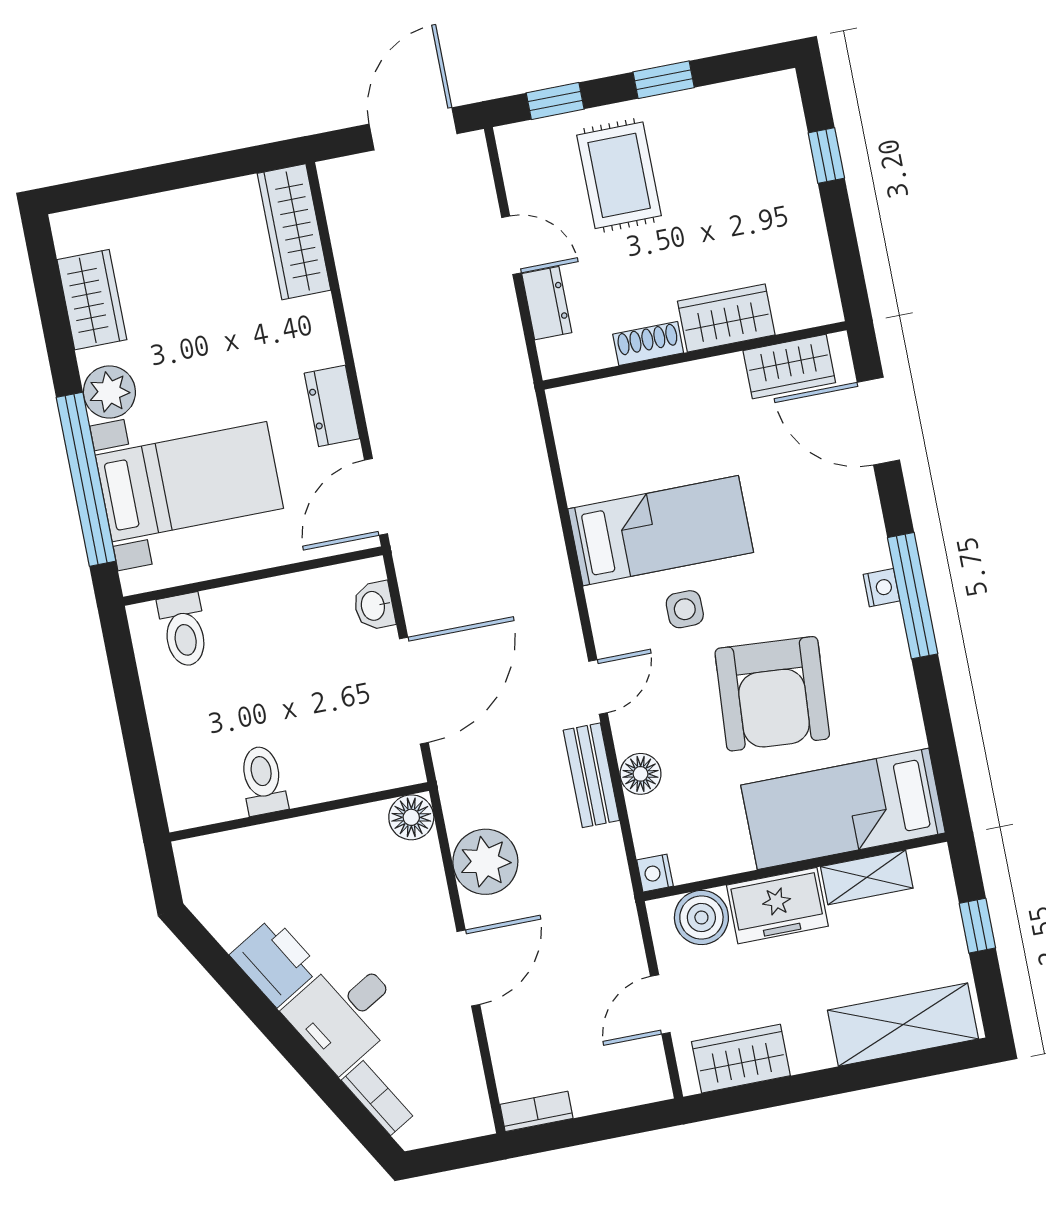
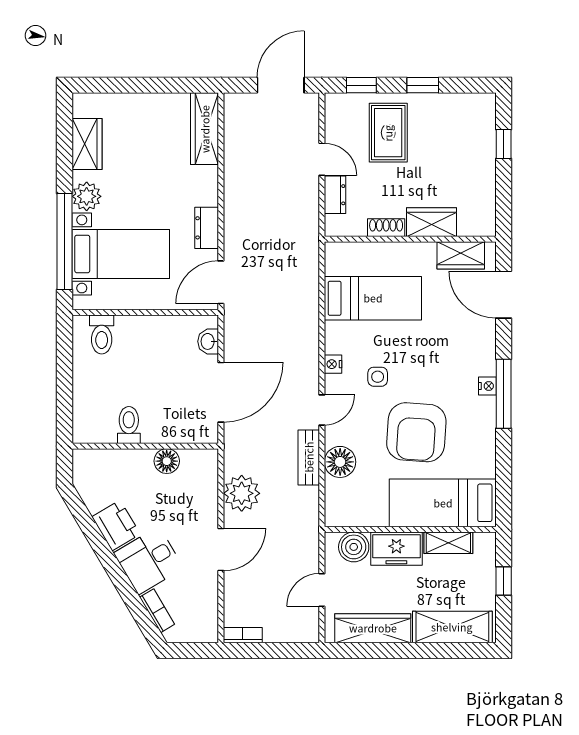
bed: (661, 531) -> (373, 298), moved
floor lamp: (641, 774) -> (340, 462), width x1.38, depth x1.38
floor lamp: (411, 817) -> (167, 461), moved
nightstand: (655, 873) -> (333, 364), moved
wardrobe: (741, 1059) -> (373, 628), width x1.50

